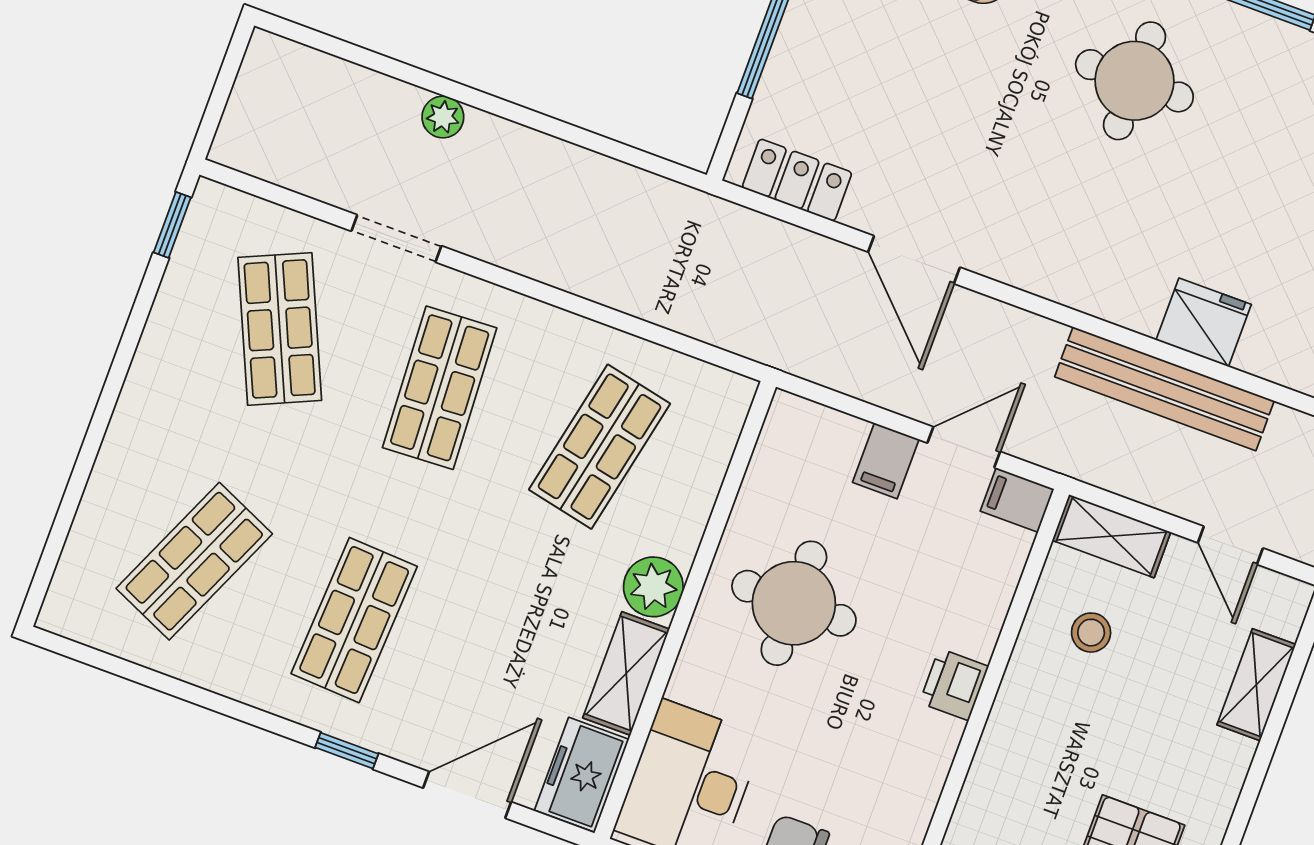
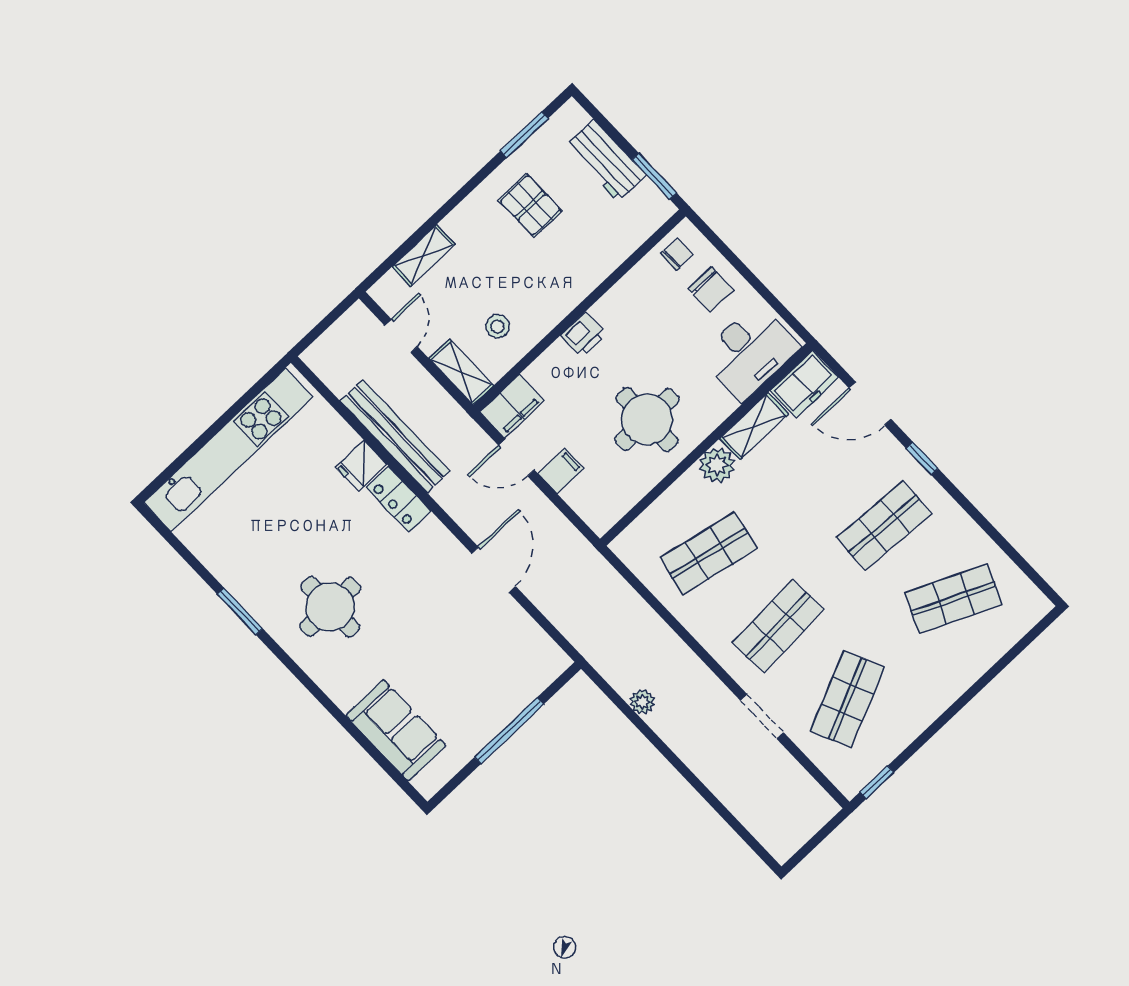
plant: (443, 117) -> (642, 702), moved
locker: (797, 180) -> (398, 499), moved
fridge: (1204, 322) -> (361, 466), width x0.72
filing cabinet: (1017, 500) -> (512, 406), width x2.00

